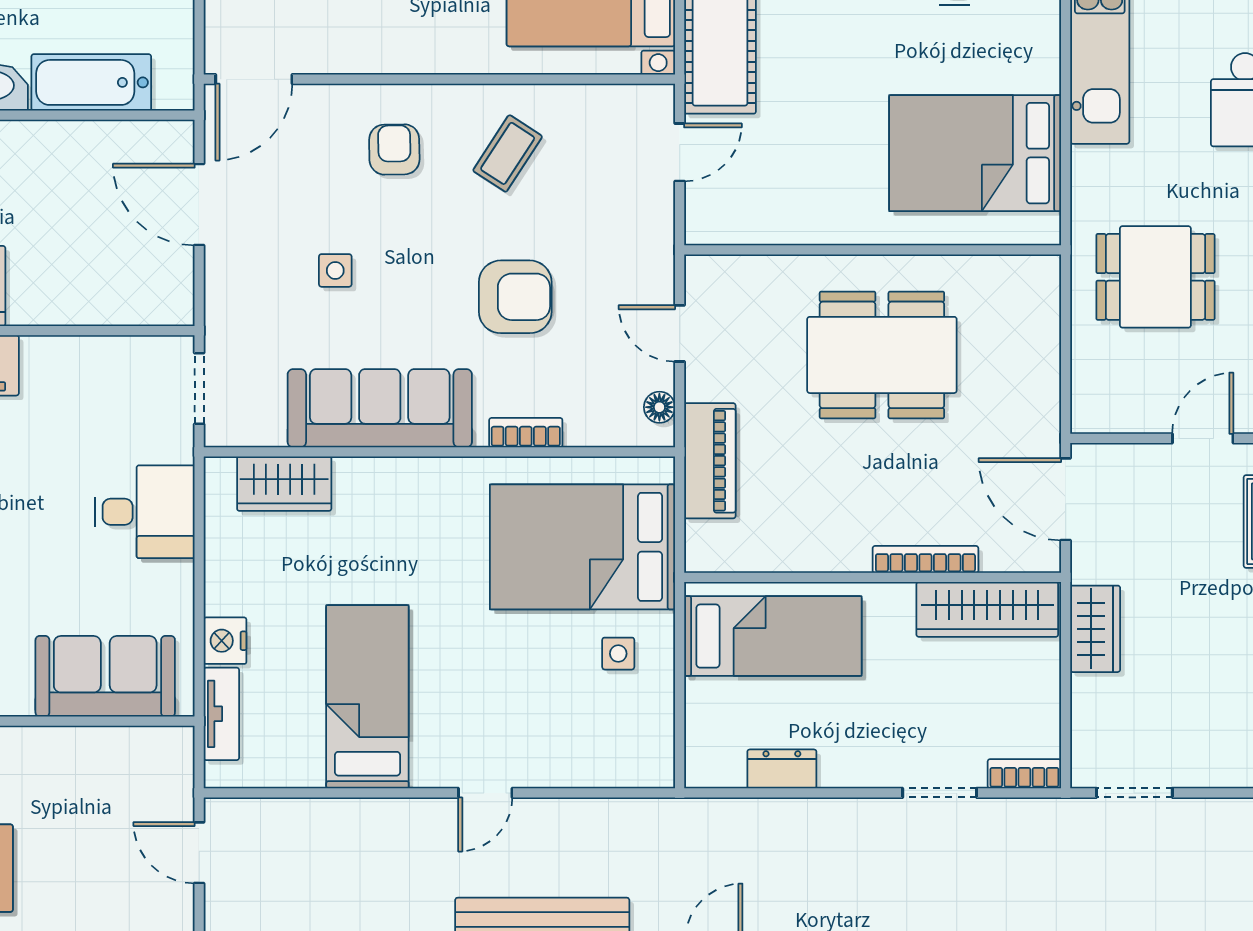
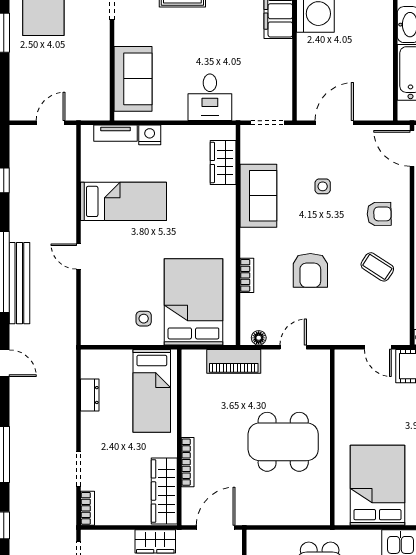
door: (199, 205) -> (334, 123), moved
dining table: (882, 355) -> (283, 442), turned 90
sofa: (380, 408) -> (258, 196), width x0.73

